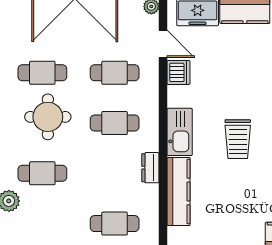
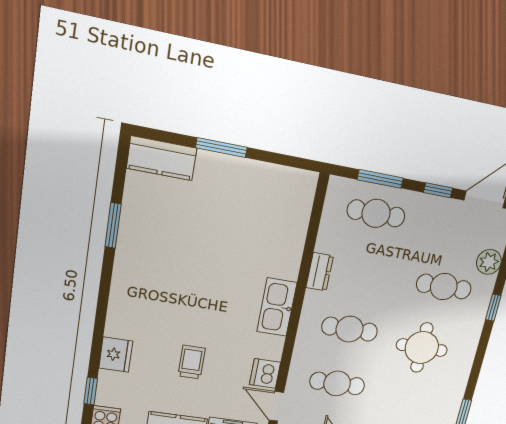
cafe table: (42, 73) -> (416, 395), removed
trolley: (238, 139) -> (192, 362), moved, width x0.73, depth x0.72
kitchen counter: (179, 191) -> (292, 238), removed

